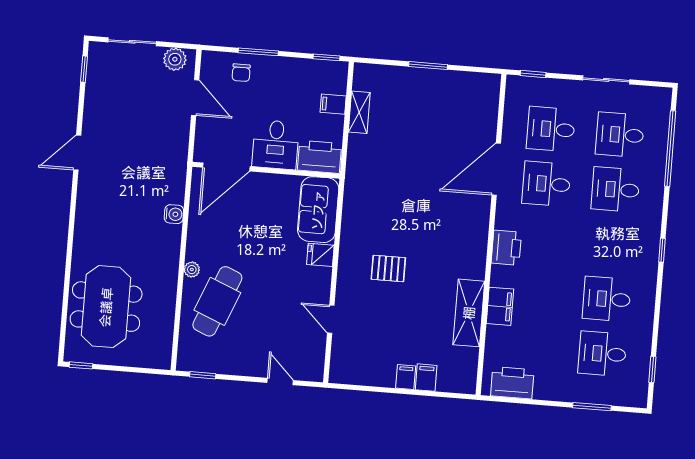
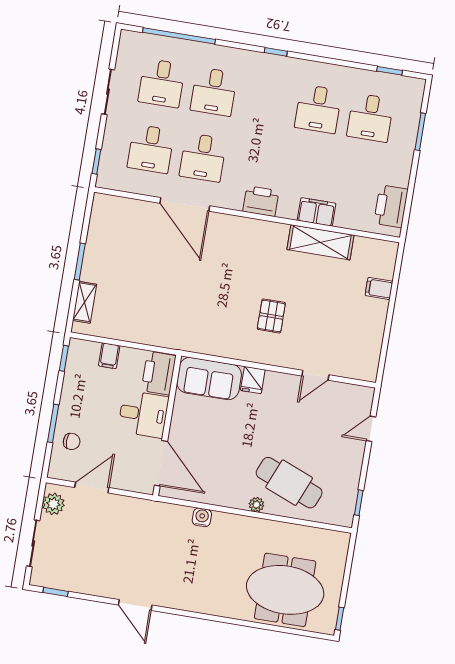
shelving: (359, 112) -> (85, 302), moved, turned 90
filing cabinet: (406, 377) -> (377, 308), removed

